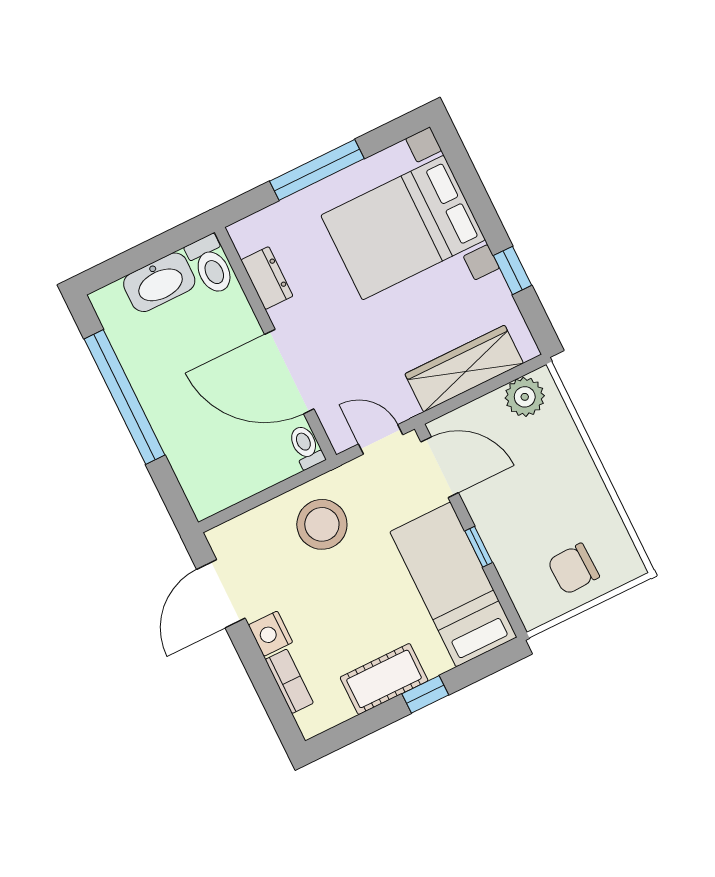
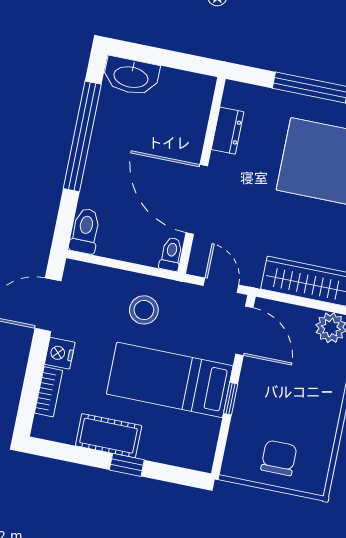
toilet: (211, 265) -> (85, 231), moved, turned 180
washbasin: (159, 282) -> (131, 76), moved
stool: (322, 524) -> (144, 310), width x0.73, depth x0.73
chair: (573, 569) -> (279, 458), turned 92
bed: (453, 584) -> (170, 380), moved, turned -90

